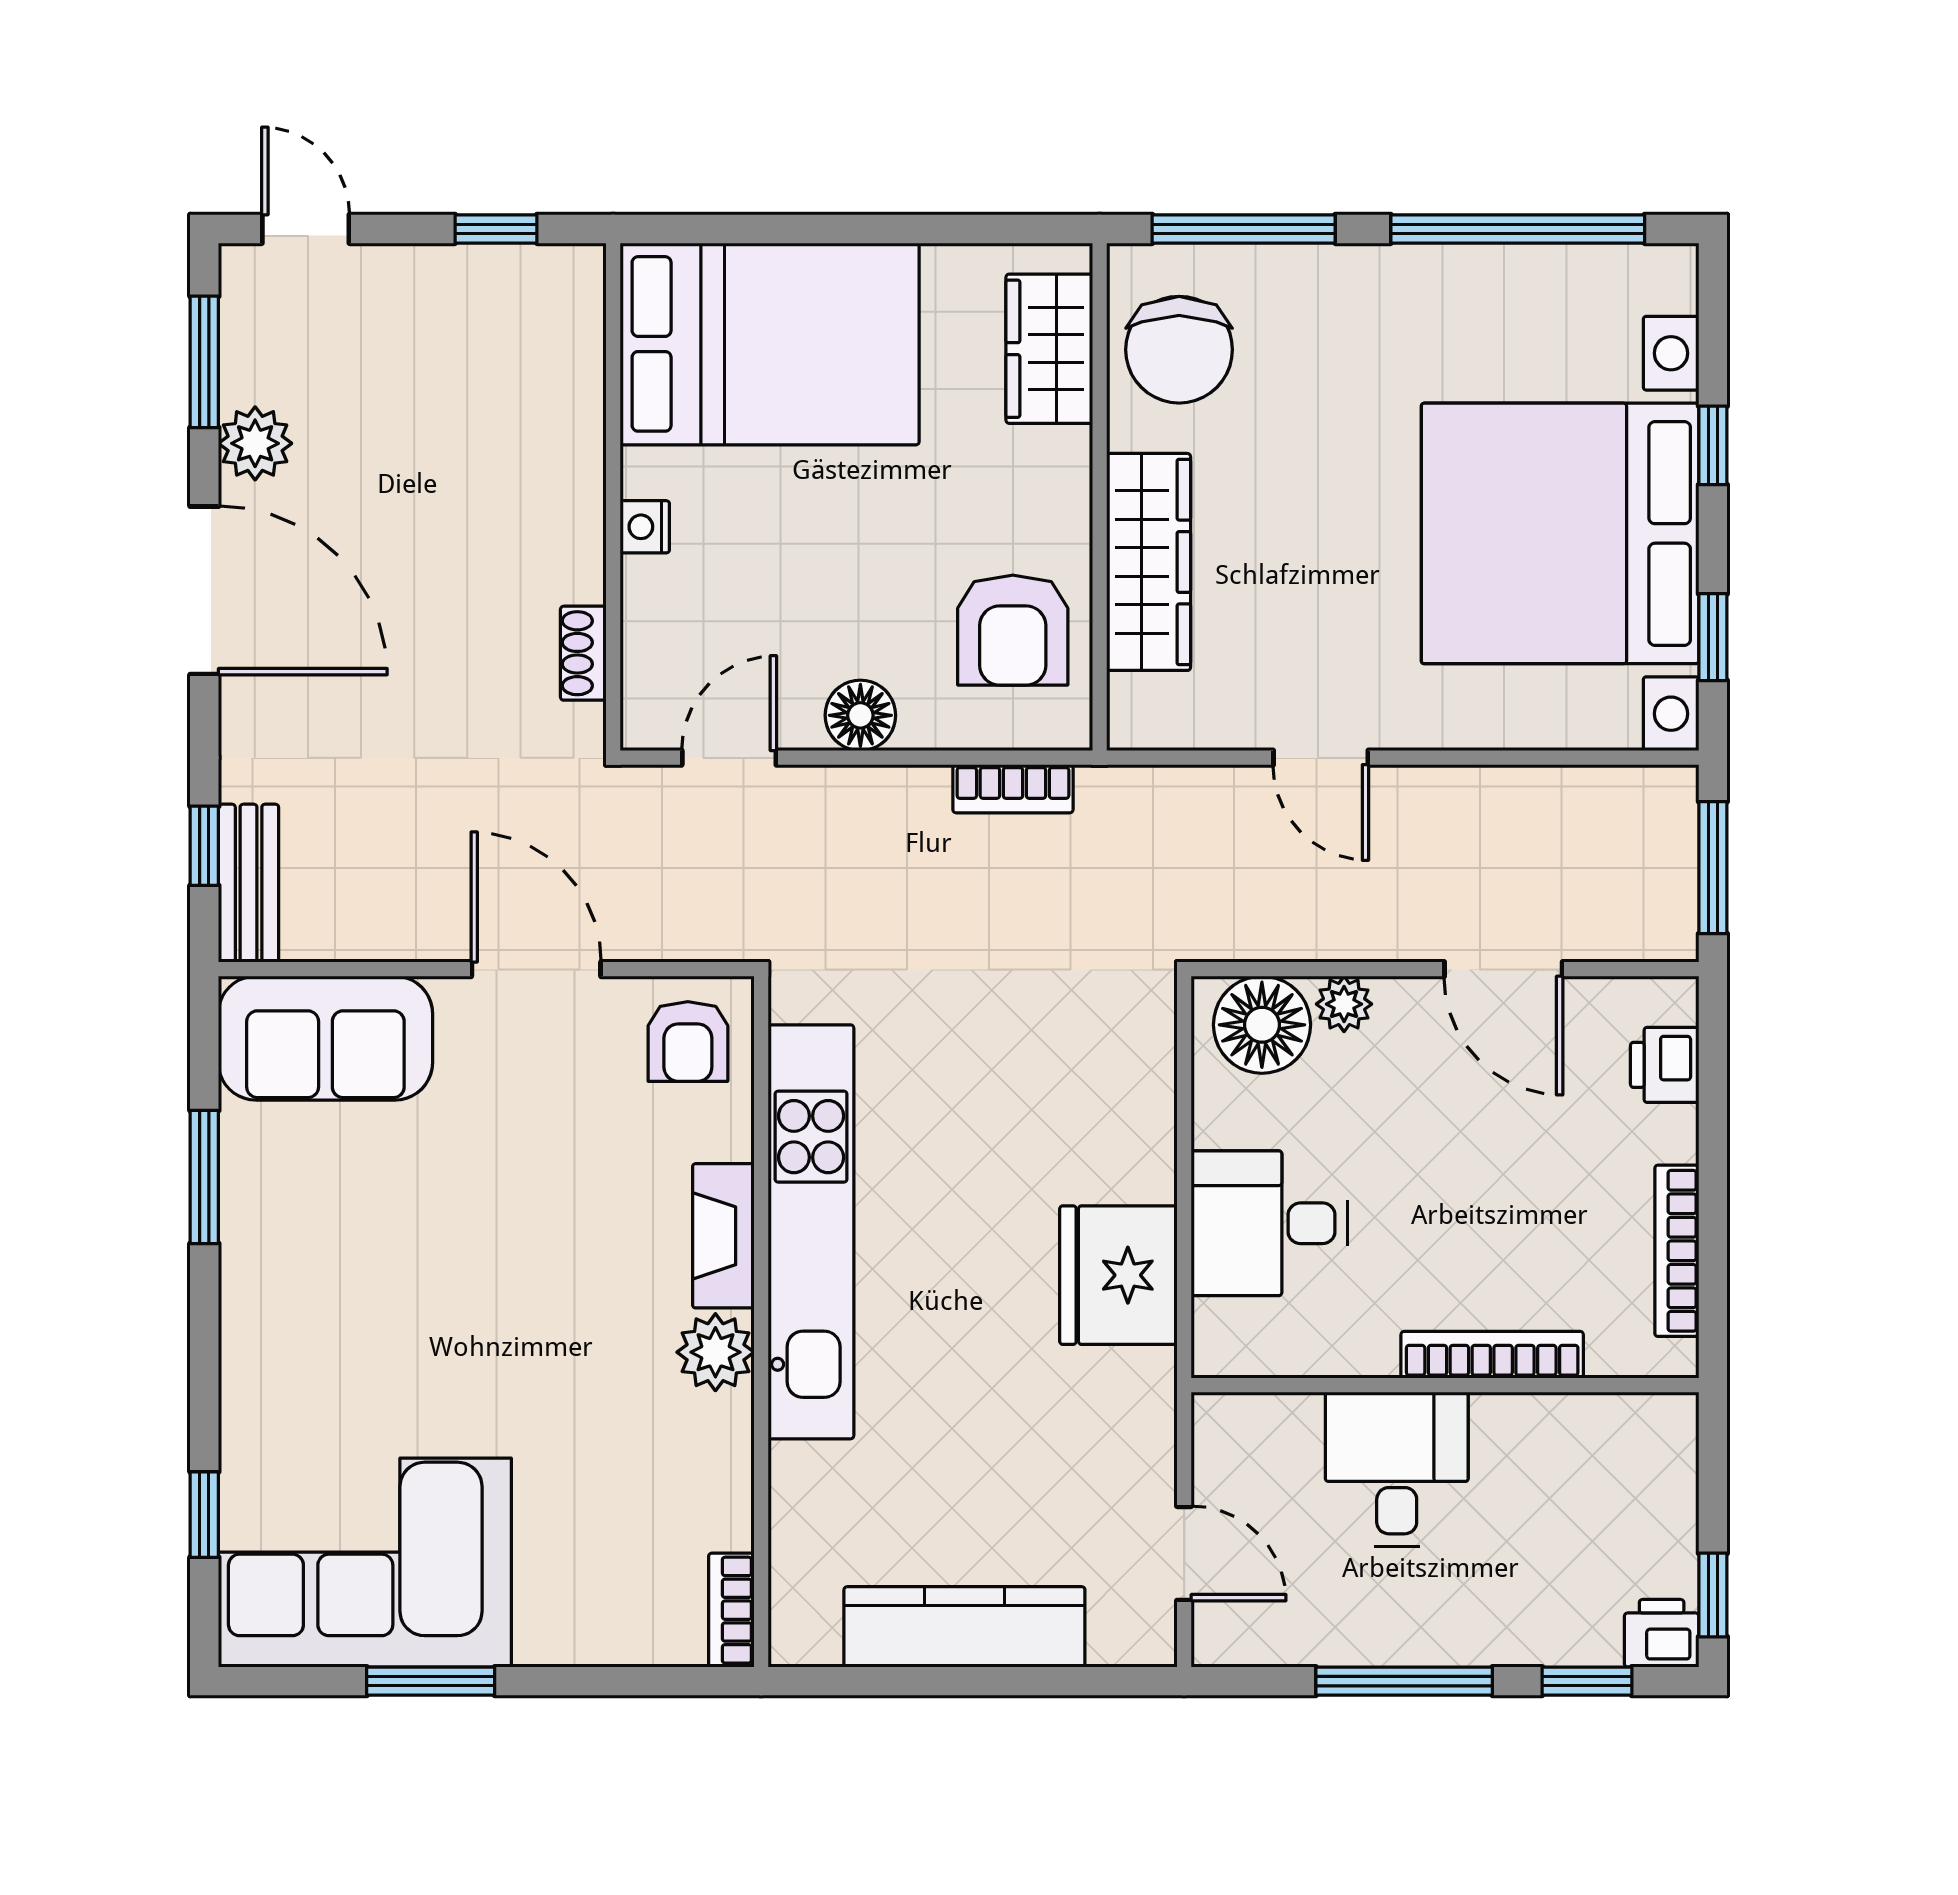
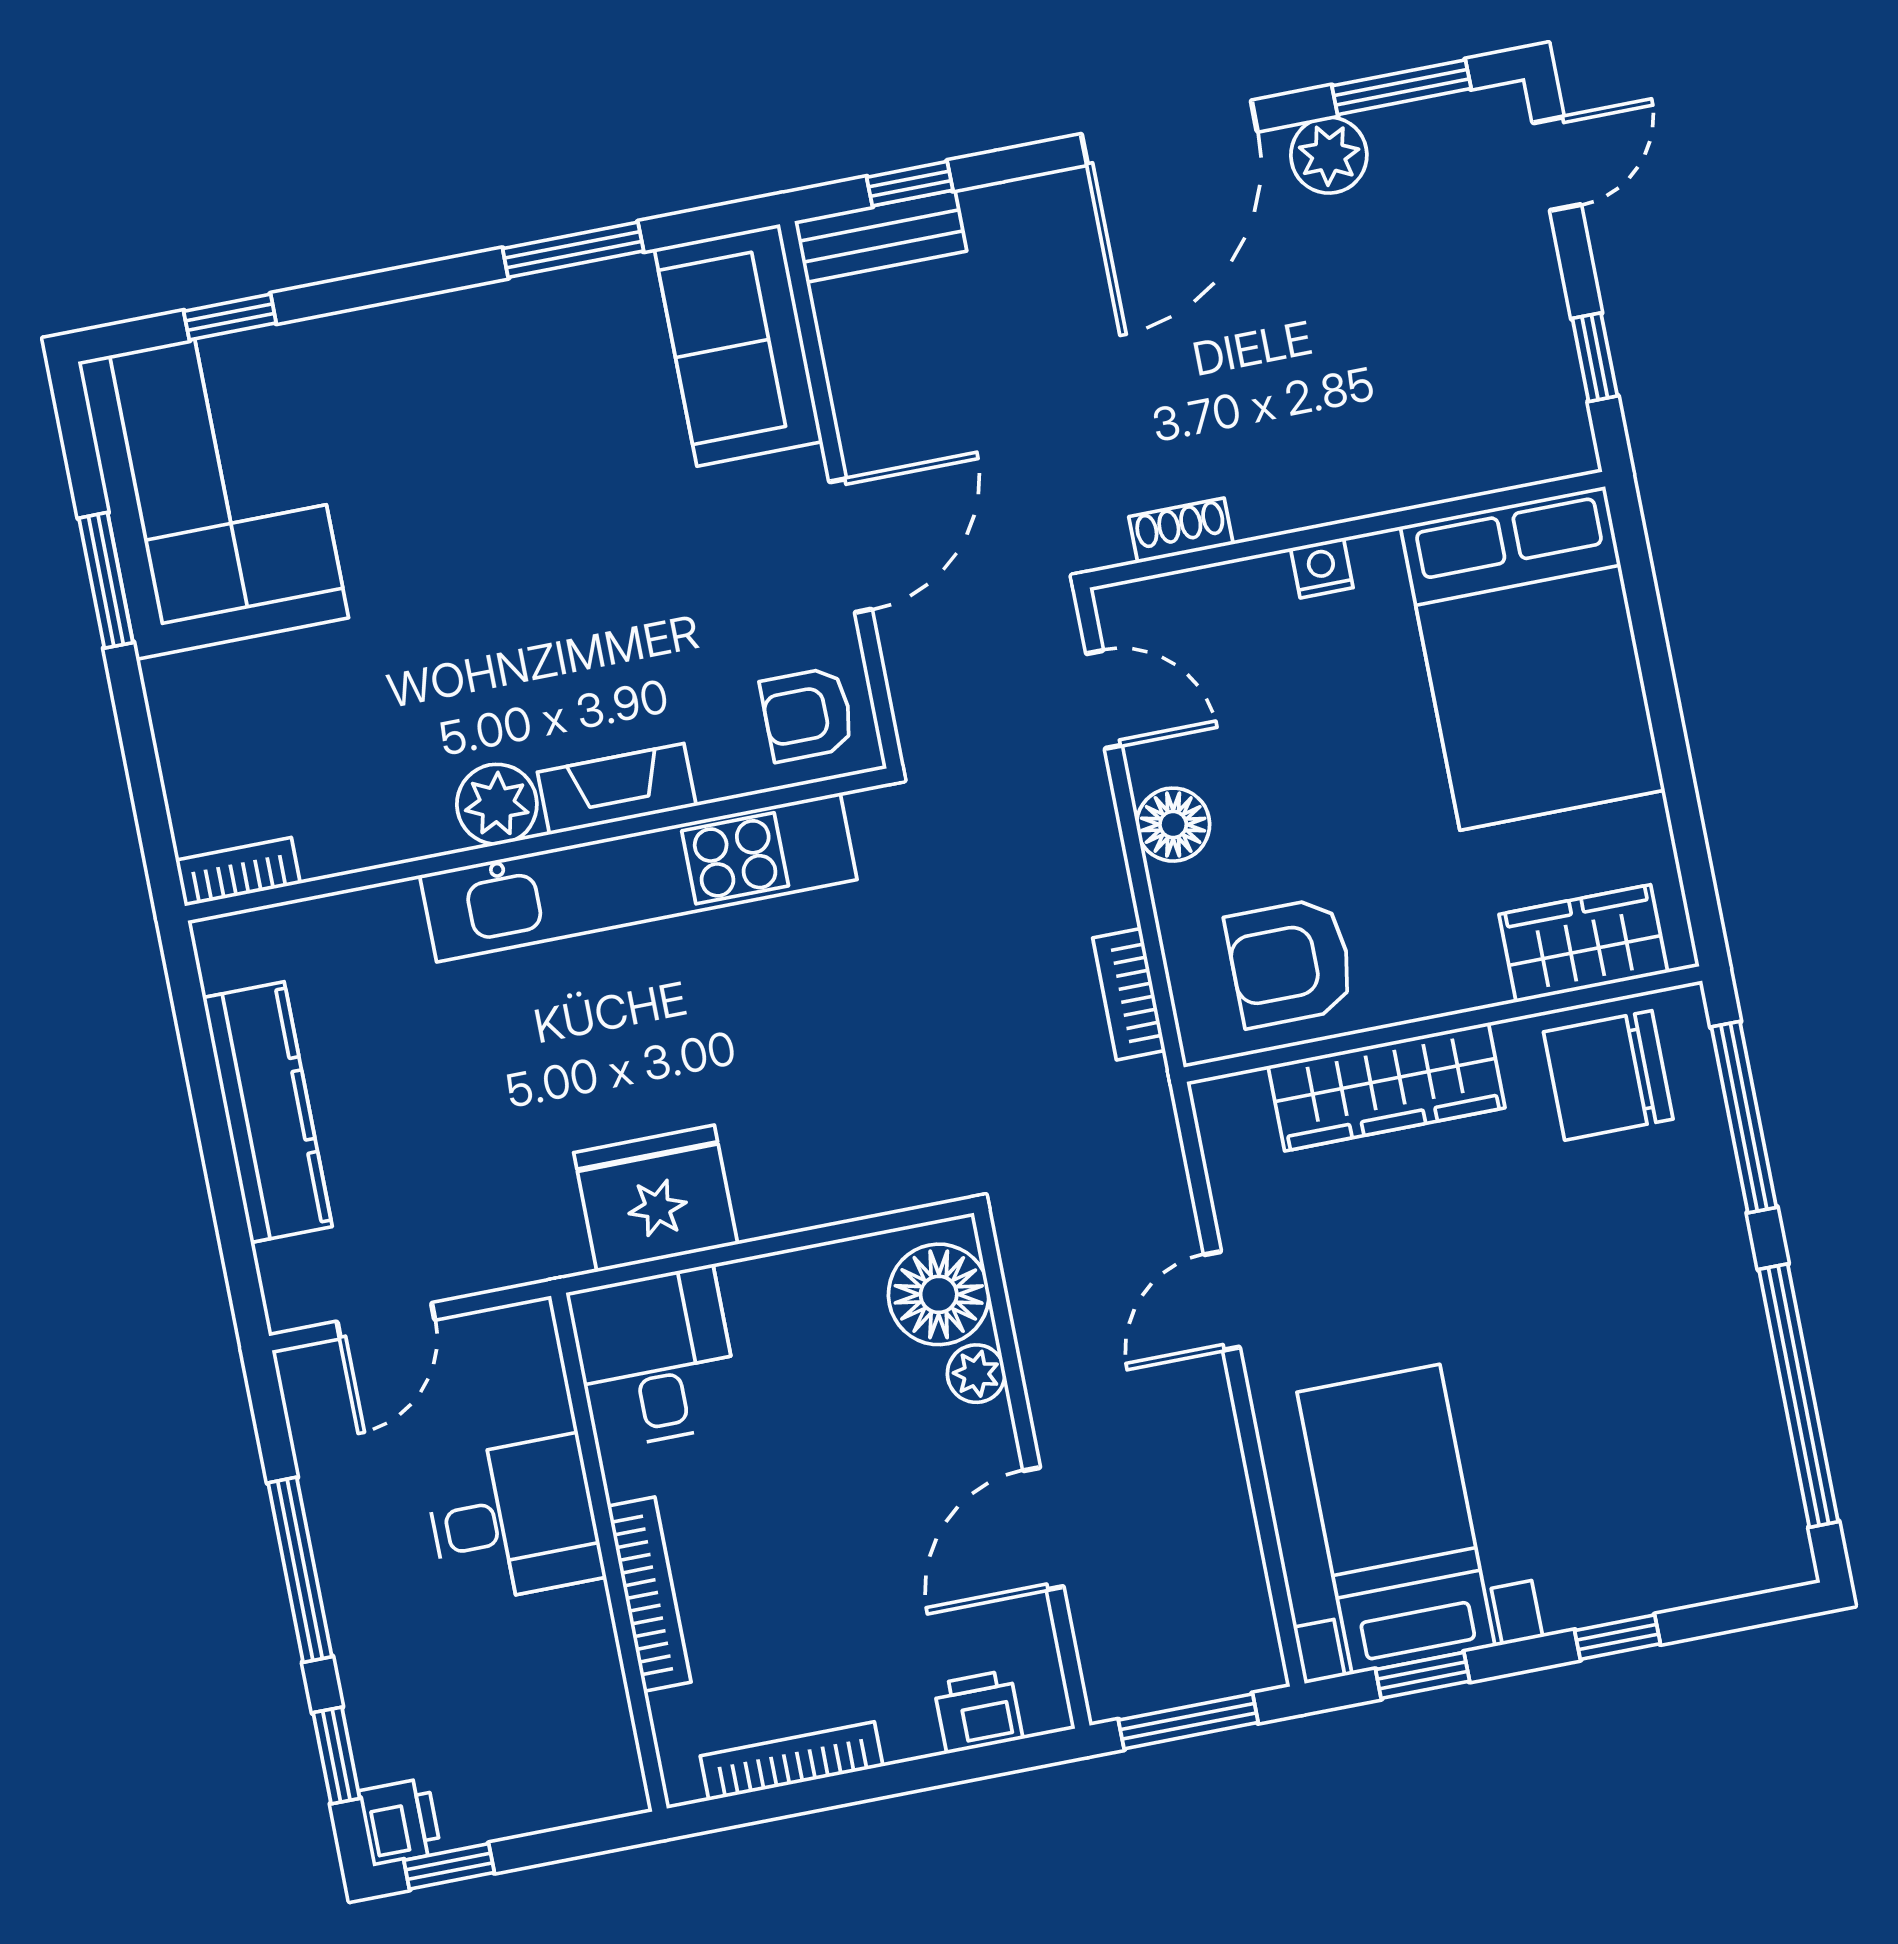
bed with nightstands: (1560, 533) -> (1396, 1519), width x0.54
desk: (1269, 1223) -> (655, 1358), moved

